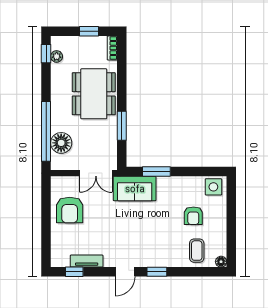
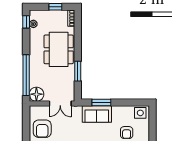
floor lamp: (61, 143) -> (36, 94), moved
sofa: (135, 189) -> (97, 114), moved

